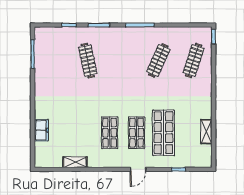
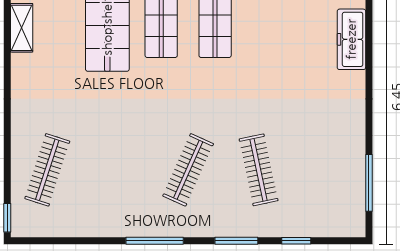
clothes rail: (158, 61) -> (188, 170), moved
freezer: (41, 130) -> (351, 39), width x1.40

